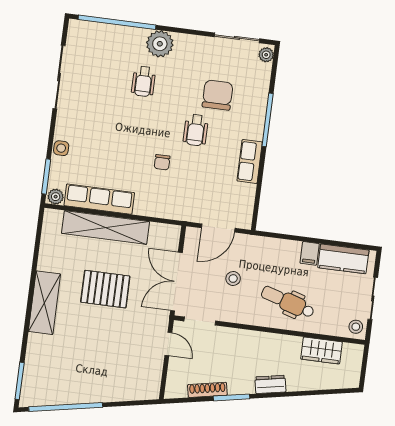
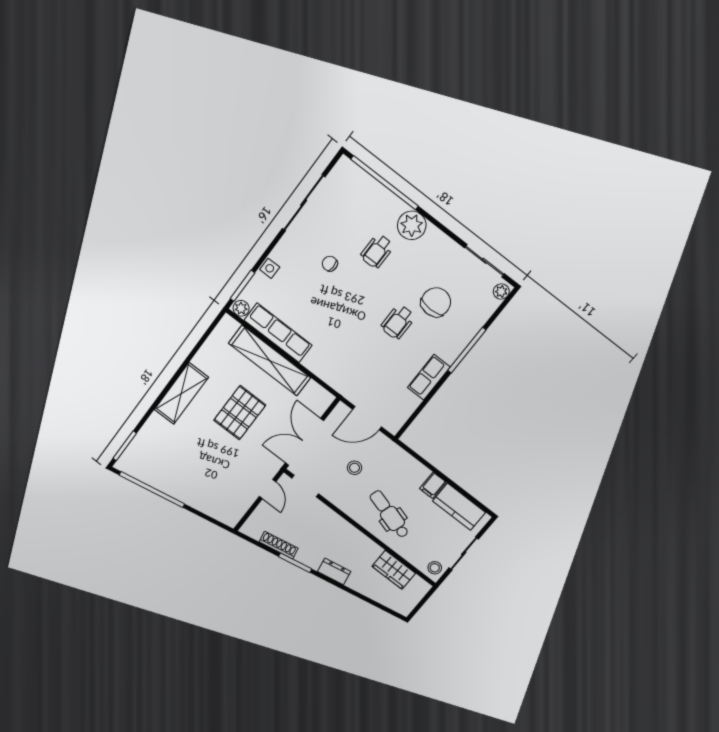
chair: (162, 162) -> (330, 264), moved, turned 90
pallet: (105, 289) -> (240, 413), turned 90

